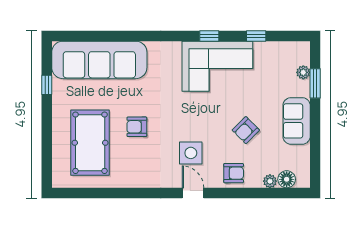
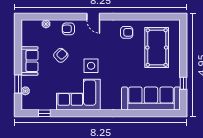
window: (209, 36) -> (83, 113), removed
window: (256, 36) -> (44, 113), moved
armchair: (137, 127) -> (127, 32), moved
side table: (191, 153) -> (91, 66), moved
floor lamp: (287, 179) -> (36, 25), removed

